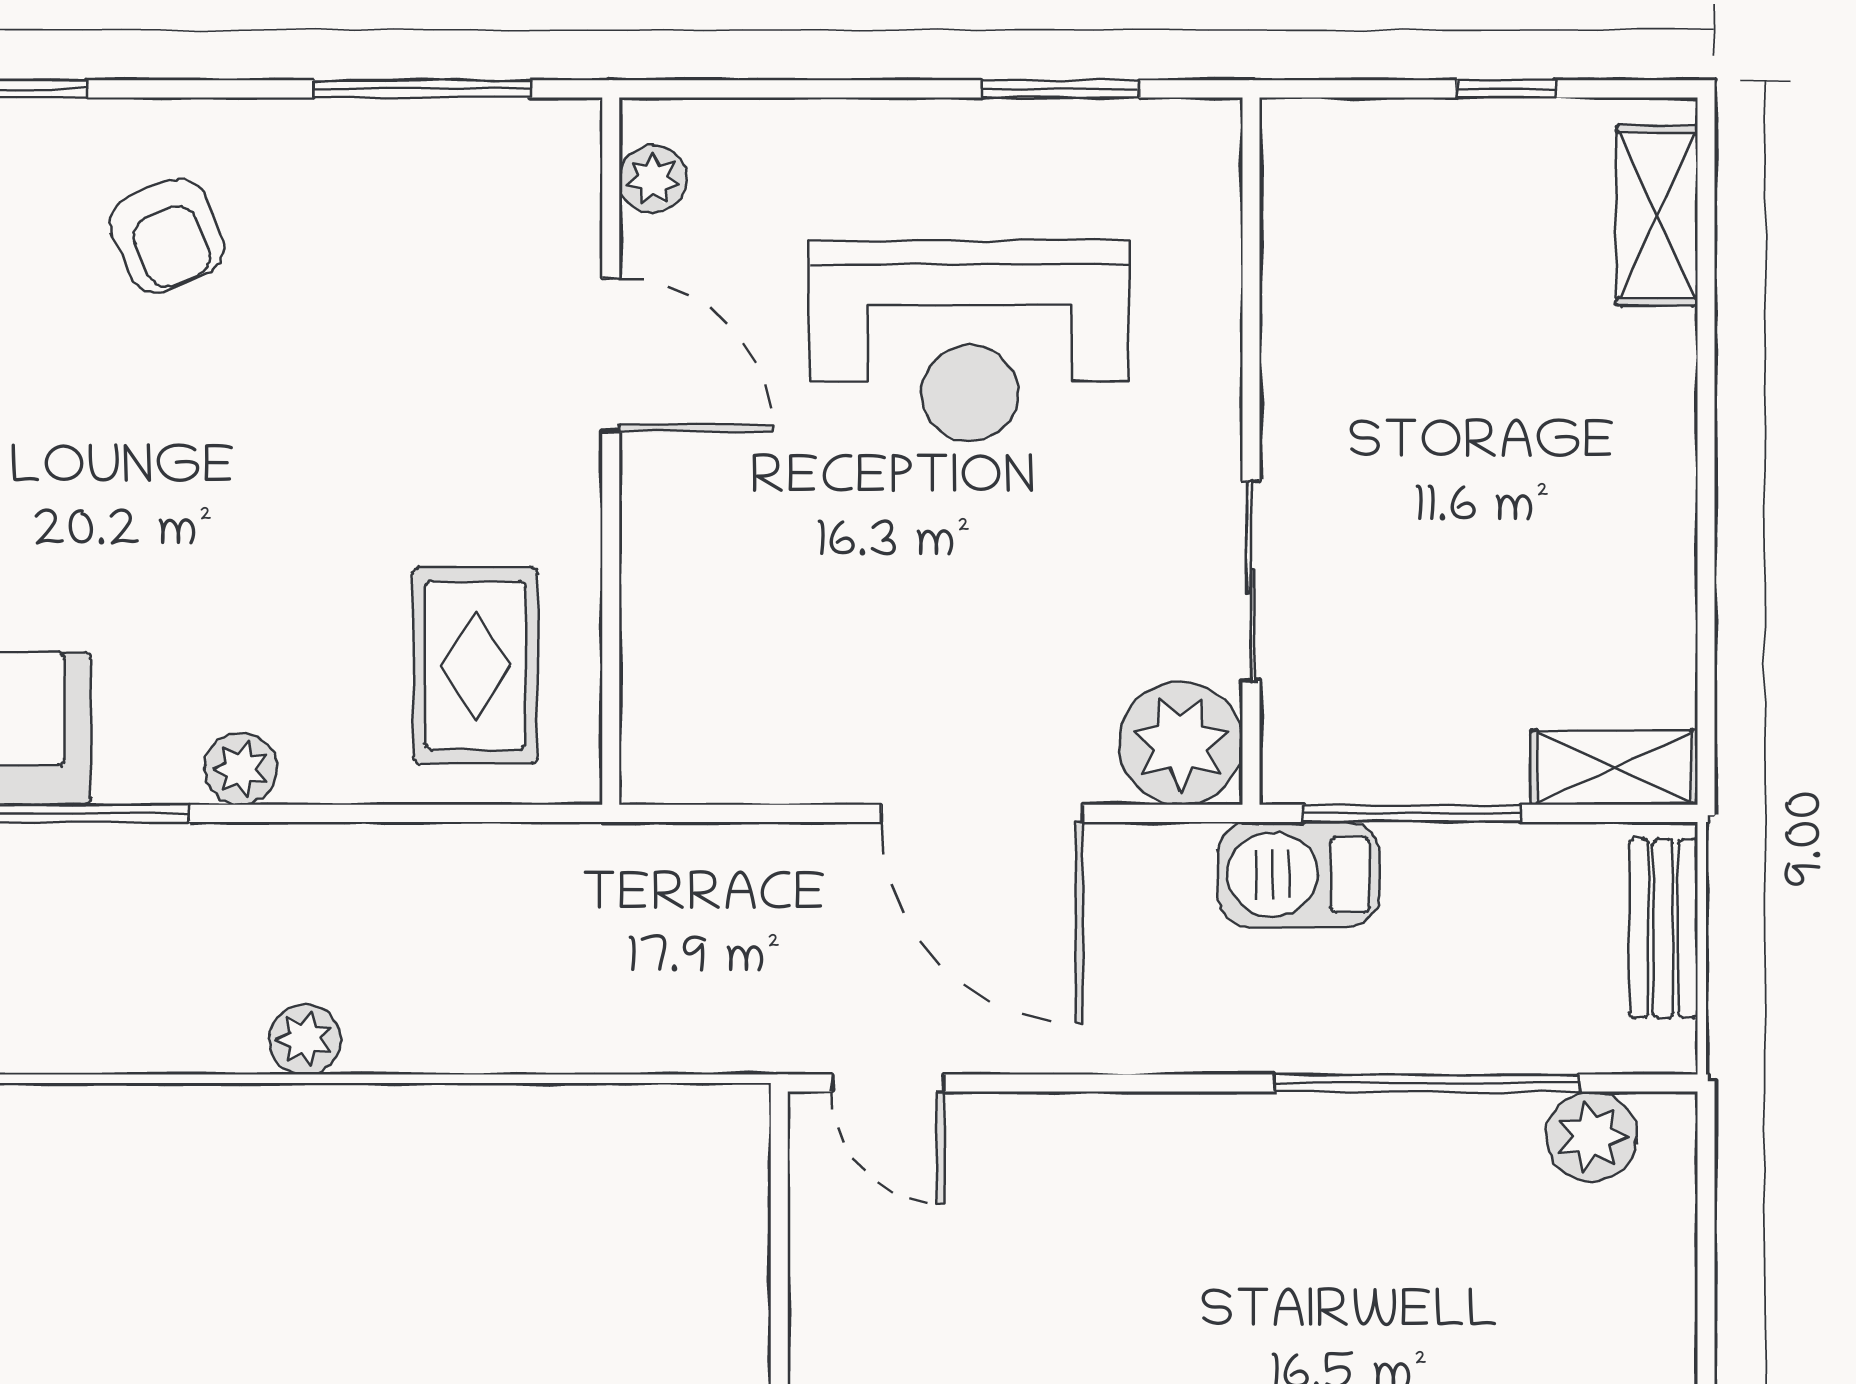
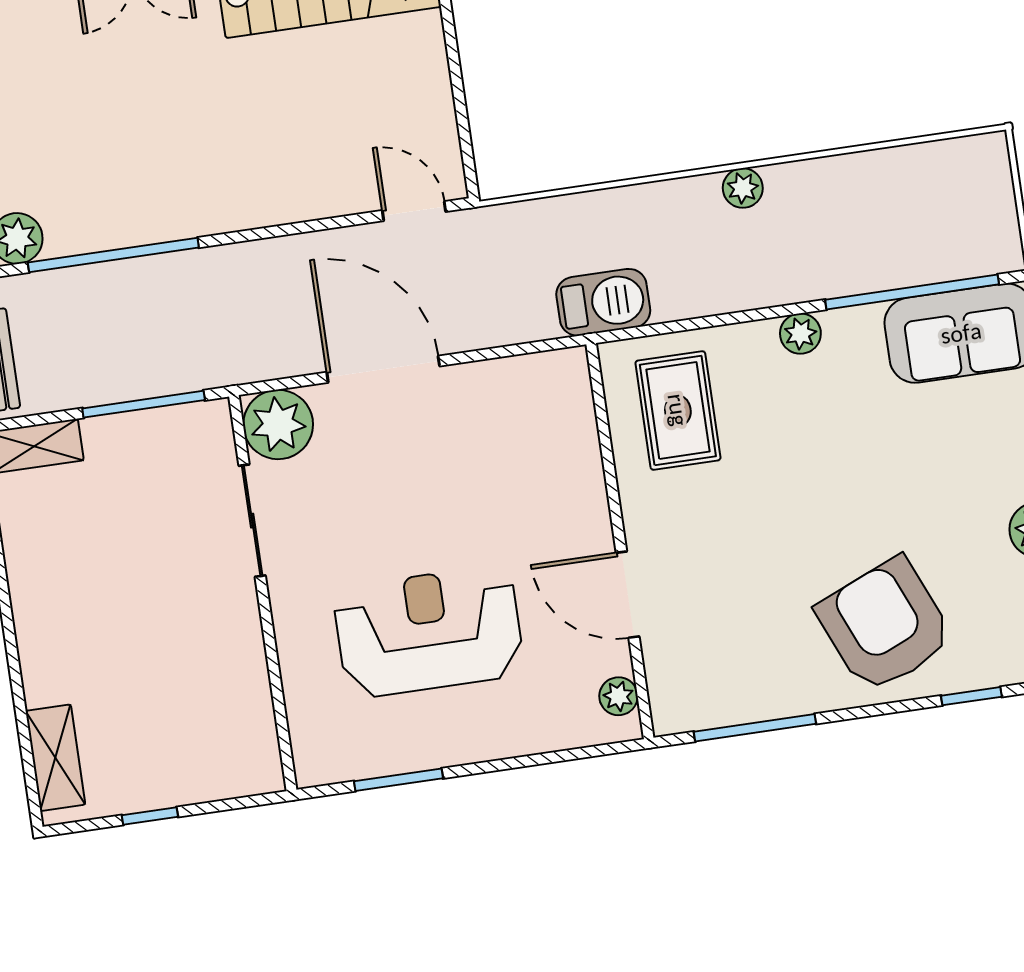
armchair: (167, 236) -> (885, 625), width x1.88, depth x1.88
barbecue: (1299, 874) -> (603, 302), moved

